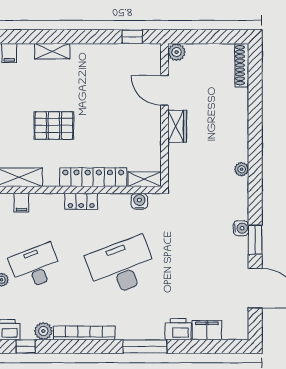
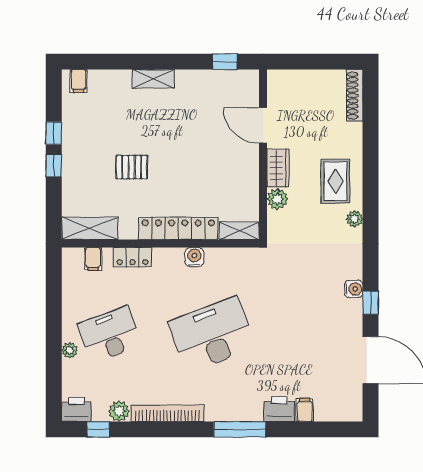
shelving: (52, 51) -> (153, 79), moved
plant: (177, 52) -> (277, 199), moved
pallet: (54, 126) -> (132, 167), width x0.67, depth x0.71
rug: (225, 137) -> (335, 181), added
locker: (81, 201) -> (132, 257), moved
water cooler: (139, 201) -> (194, 257), moved
window: (255, 240) -> (371, 303), width x0.67
filing cabinet: (207, 330) -> (305, 410), width x0.50

